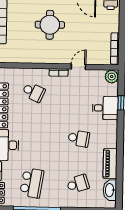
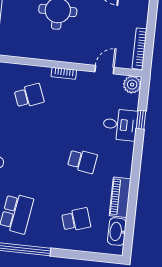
door: (78, 67) -> (104, 70), moved
school desk: (34, 92) -> (29, 96), turned -45

